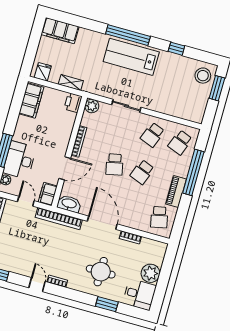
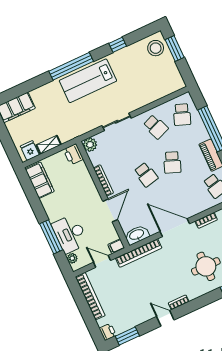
shelving: (71, 82) -> (49, 145), moved
school desk: (153, 135) -> (156, 127), turned -42
filing cabinet: (48, 194) -> (116, 246), width x0.50

